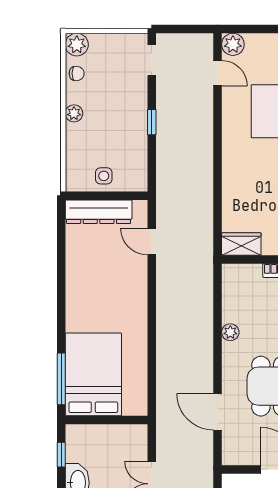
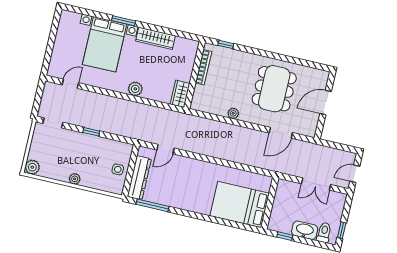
plant: (233, 44) -> (135, 89), moved
chair: (77, 73) -> (50, 171), removed
window: (61, 379) -> (152, 205), moved

